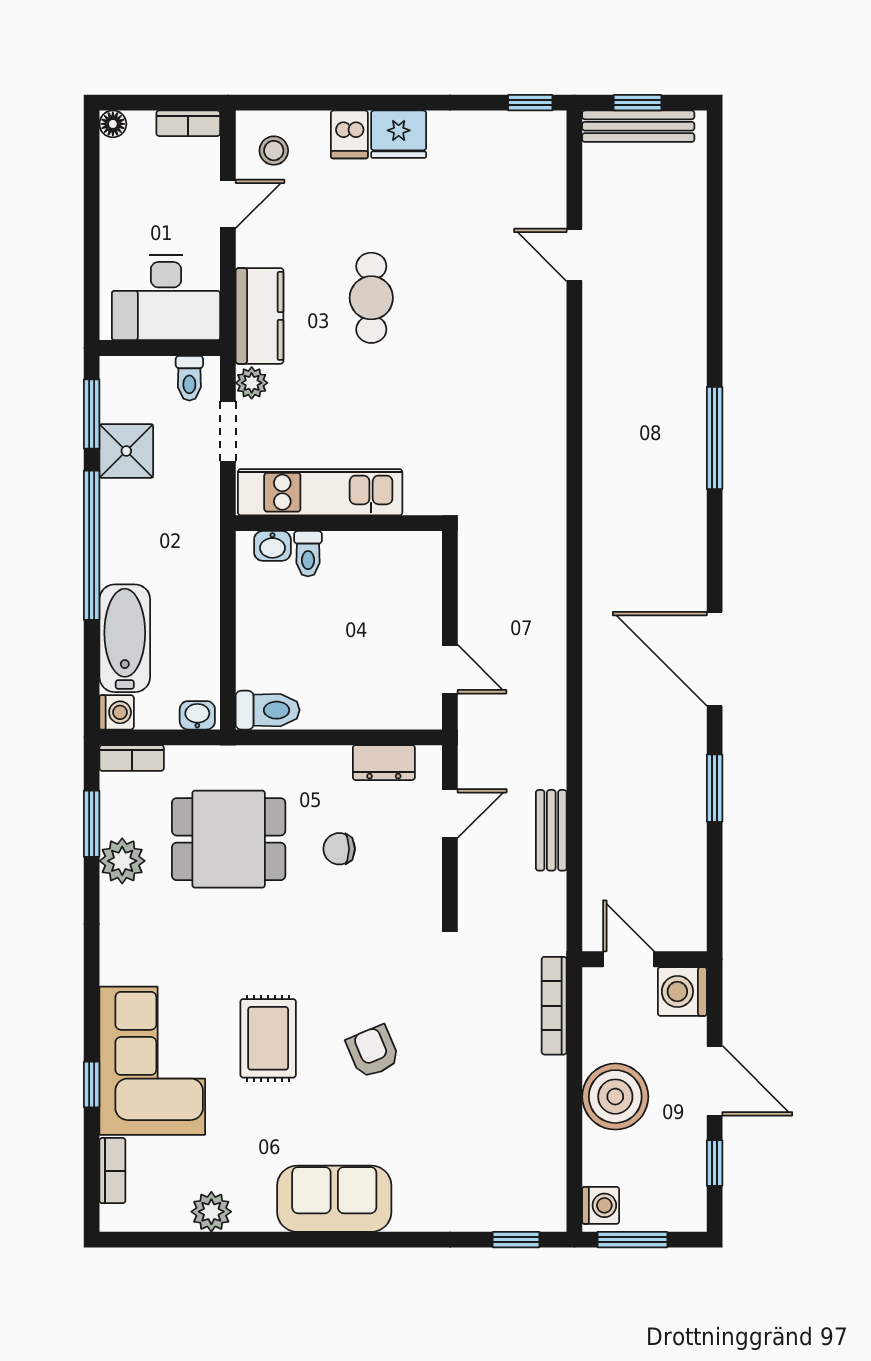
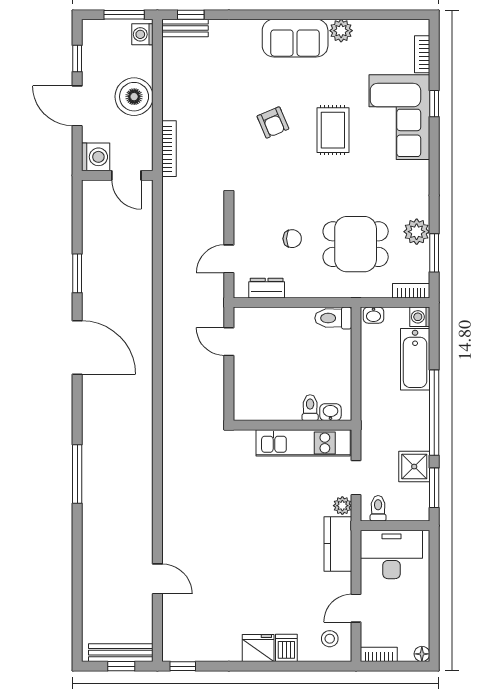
cafe table: (371, 298) -> (274, 554), removed
bench: (551, 830) -> (185, 28), moved, turned 90
plant: (211, 1212) -> (341, 31), moved

